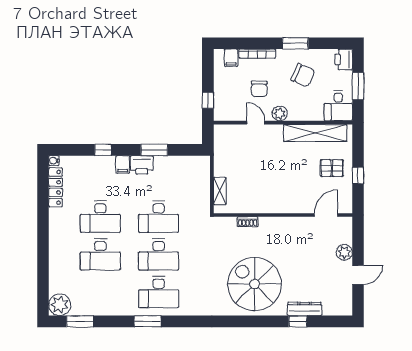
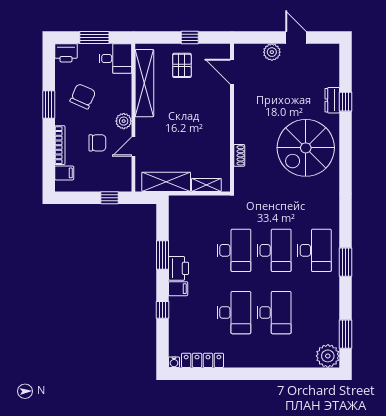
shelving: (223, 153) -> (166, 182), added
dresser: (304, 309) -> (332, 100), width x0.70

